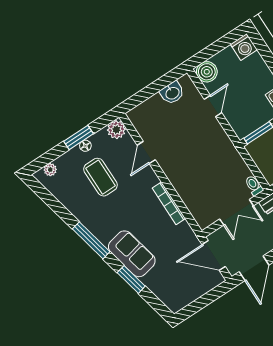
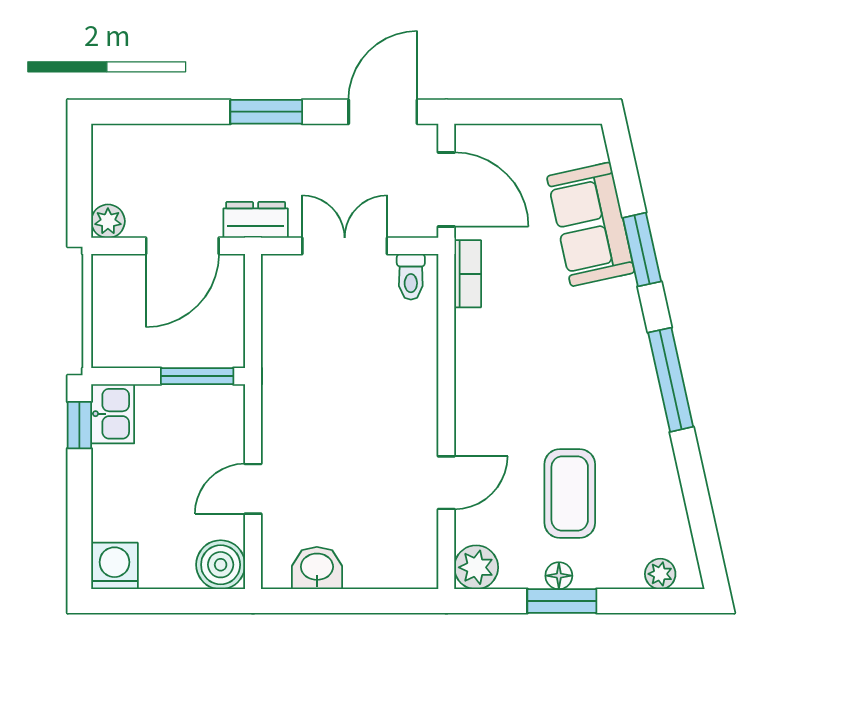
toilet: (254, 185) -> (411, 277), moved
bookcase: (169, 203) -> (468, 274), moved, width x0.64
sofa: (132, 254) -> (591, 224), moved

